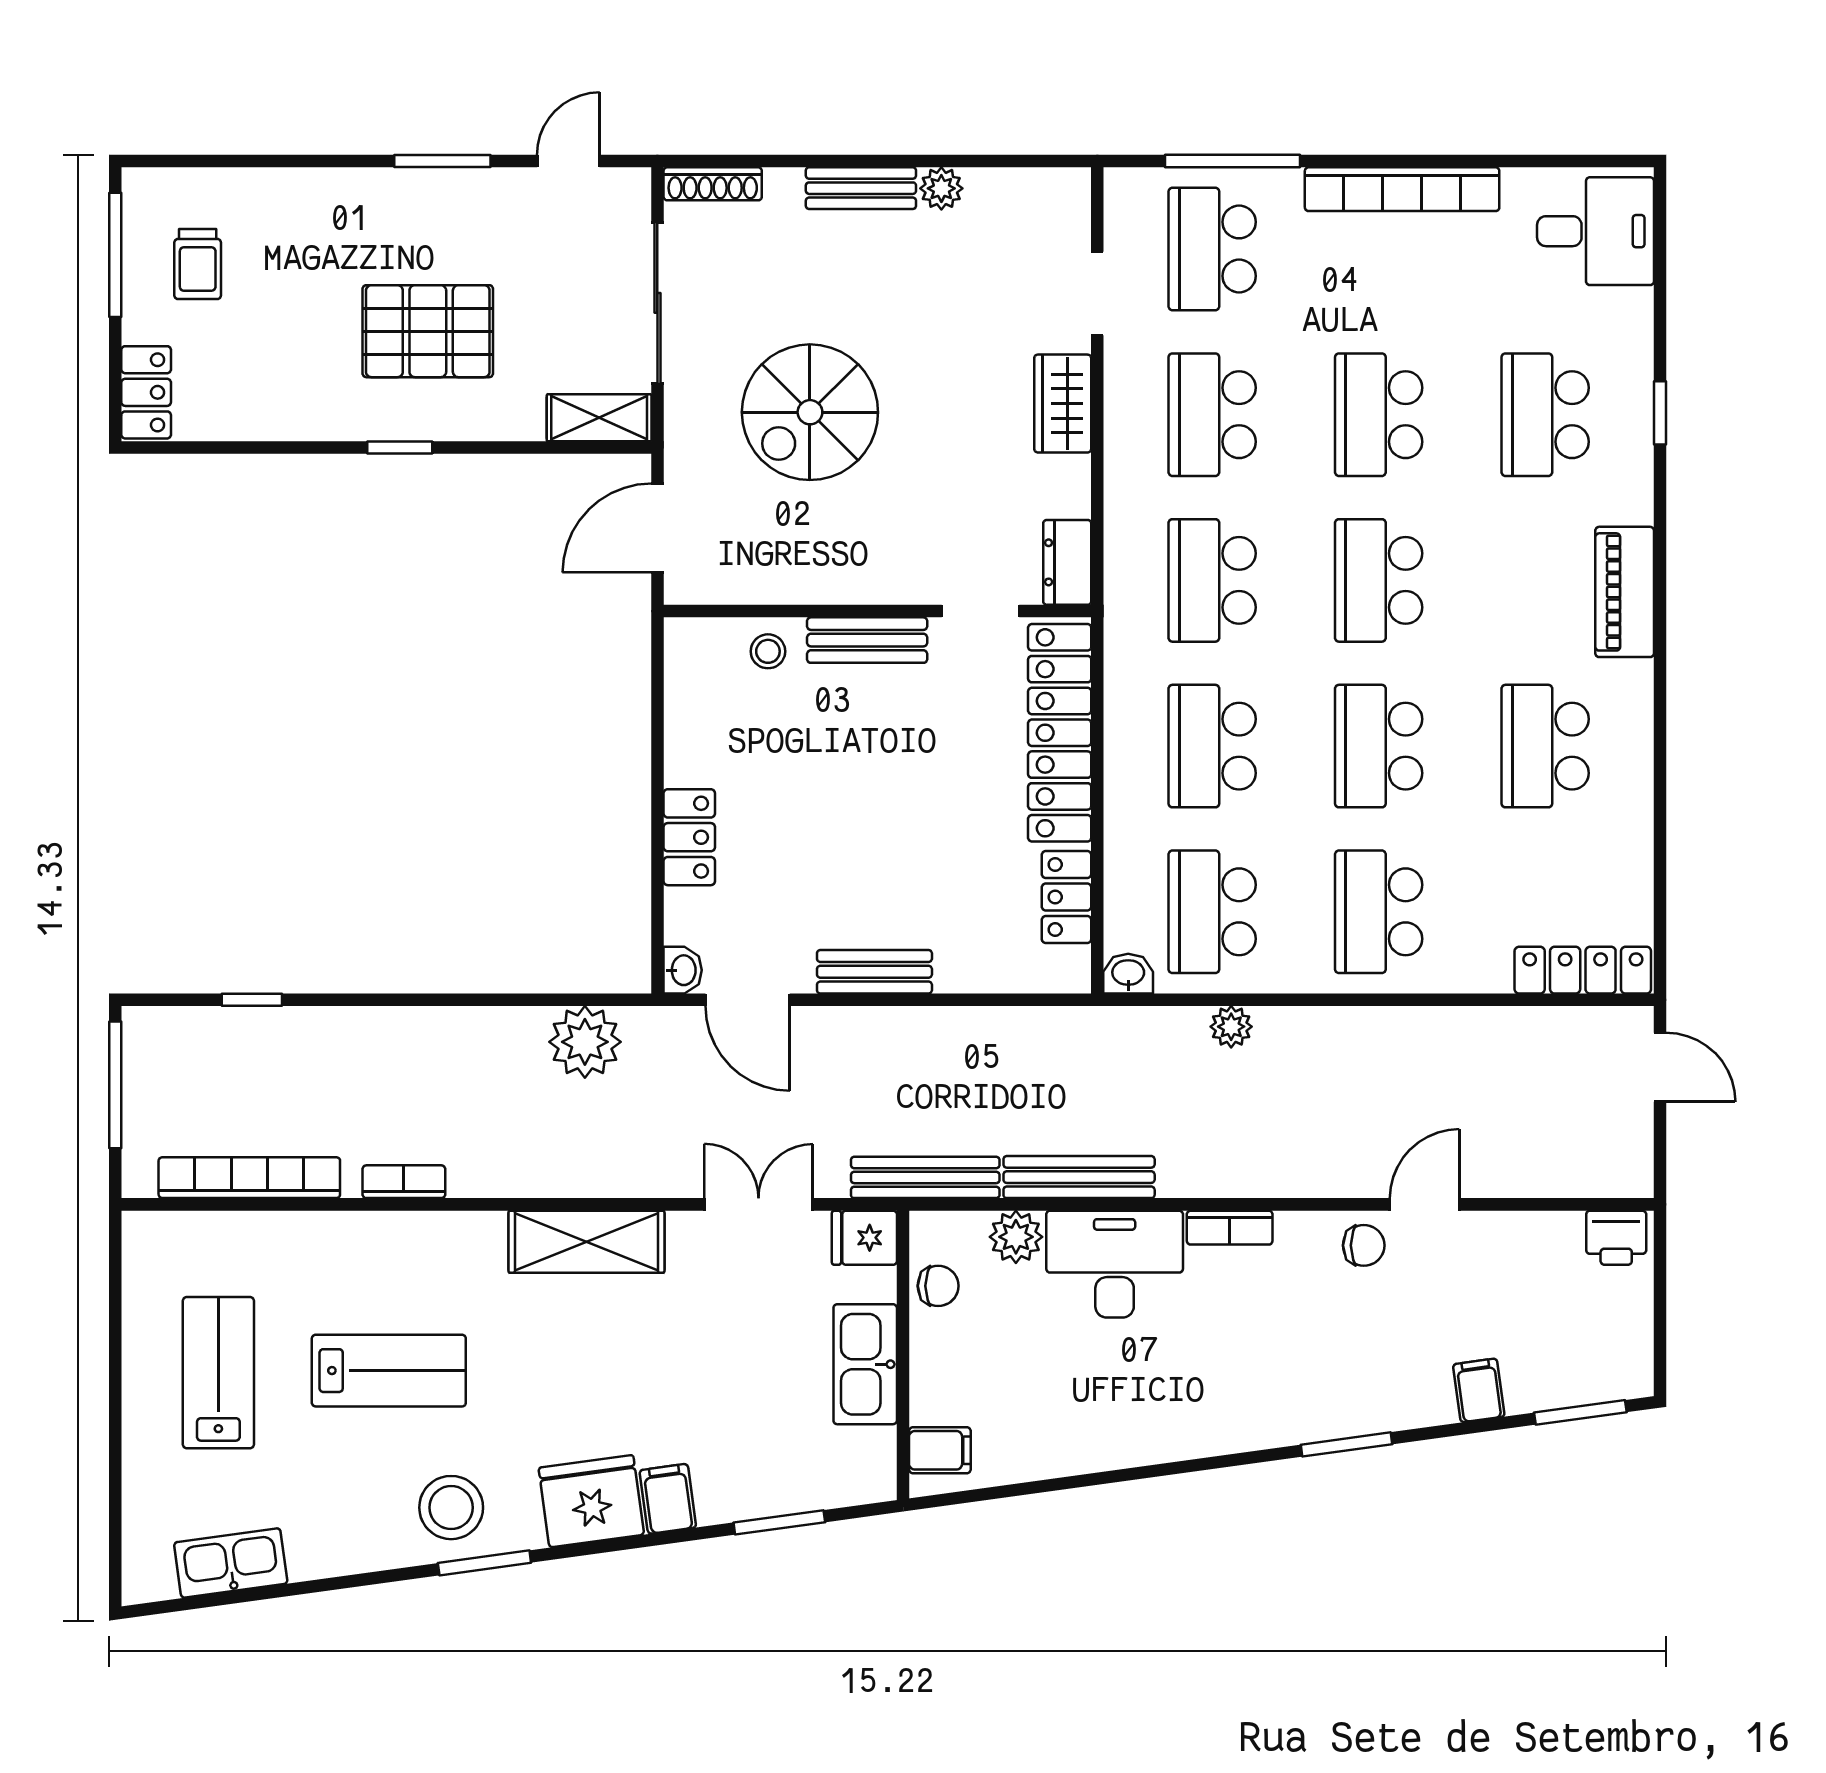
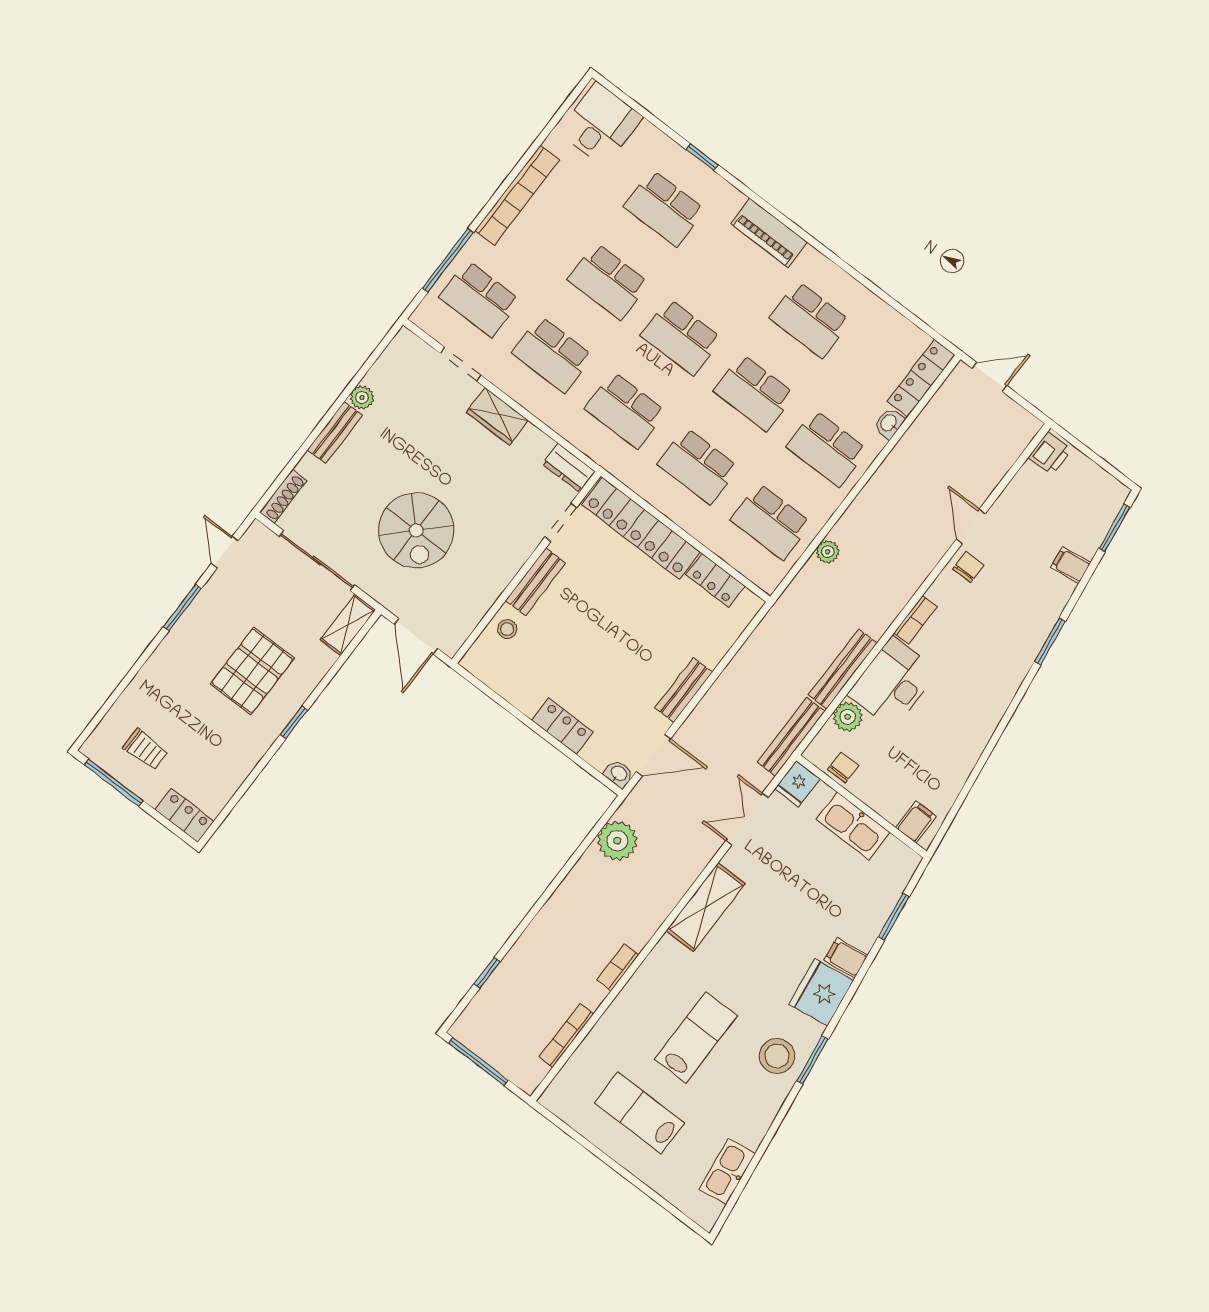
washbasin: (1128, 974) -> (889, 423), moved
bookcase: (249, 1178) -> (566, 1035), width x0.68, depth x0.76

